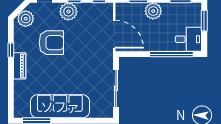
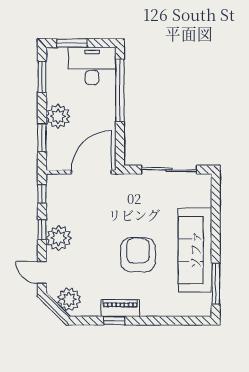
desk: (188, 39) -> (92, 66), width x1.37
armchair: (51, 43) -> (138, 255), moved
piano: (20, 66) -> (120, 308), moved

